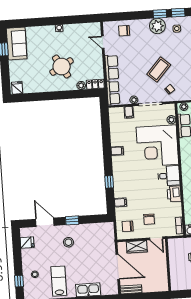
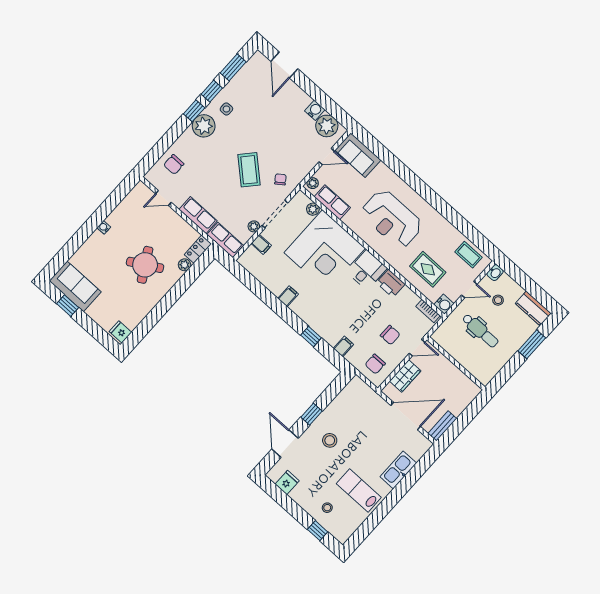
door: (45, 222) -> (285, 444), hinge flipped

